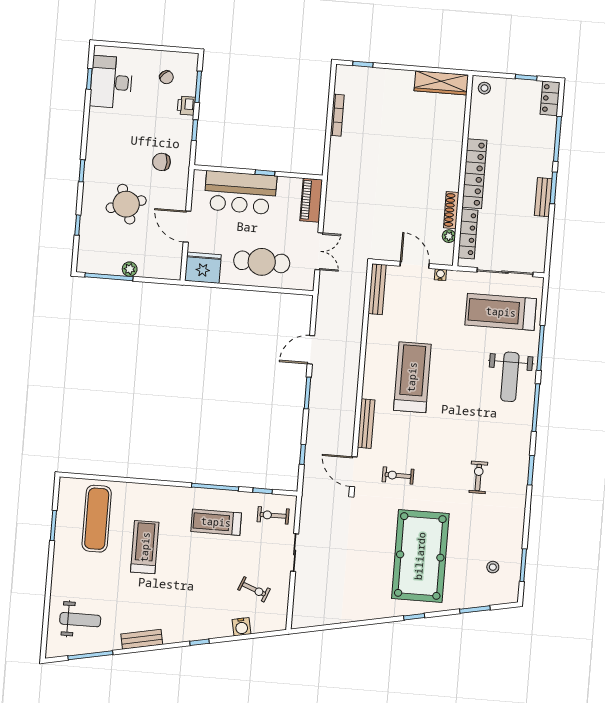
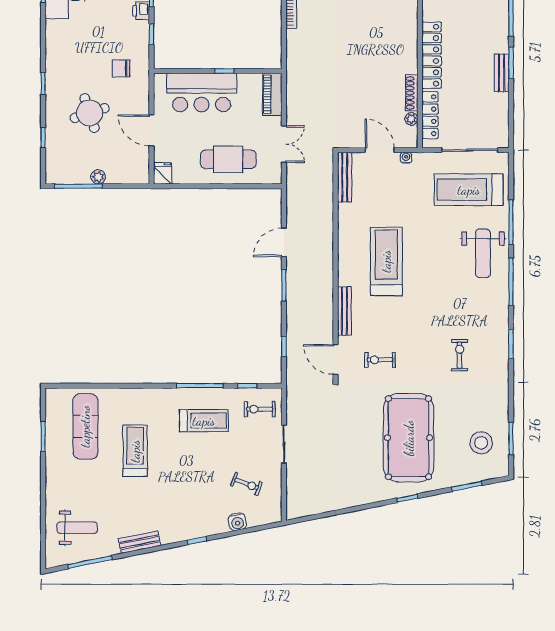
fridge: (203, 268) -> (163, 173), width x0.53, depth x0.75
treadmill: (216, 522) -> (204, 421), turned 180
stool: (493, 567) -> (481, 443), width x1.89, depth x1.89

